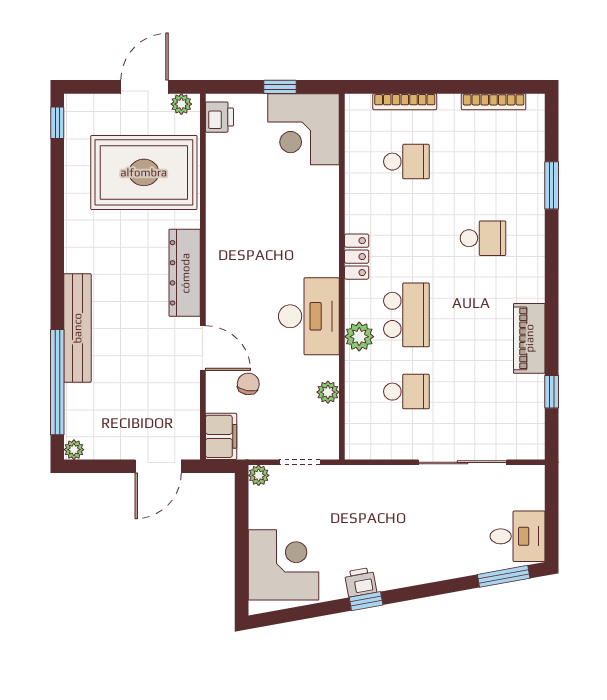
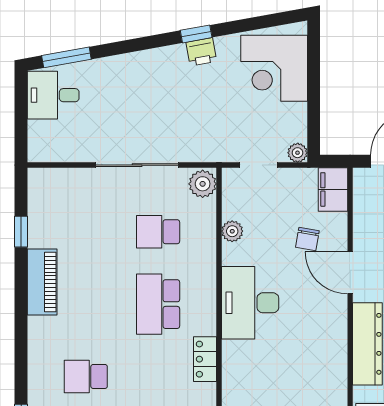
plant: (359, 337) -> (203, 184), moved
sliding door: (462, 462) -> (137, 165), moved

